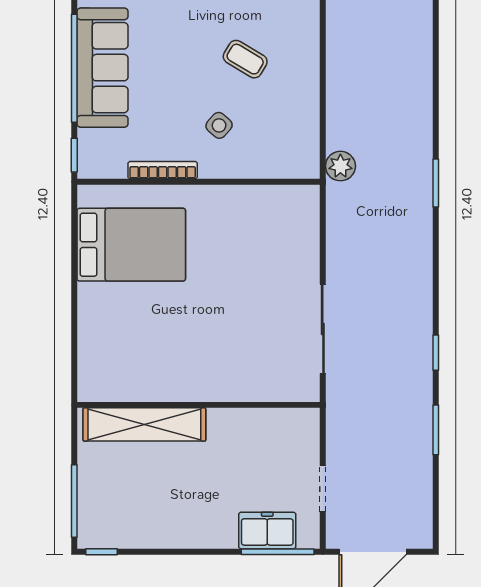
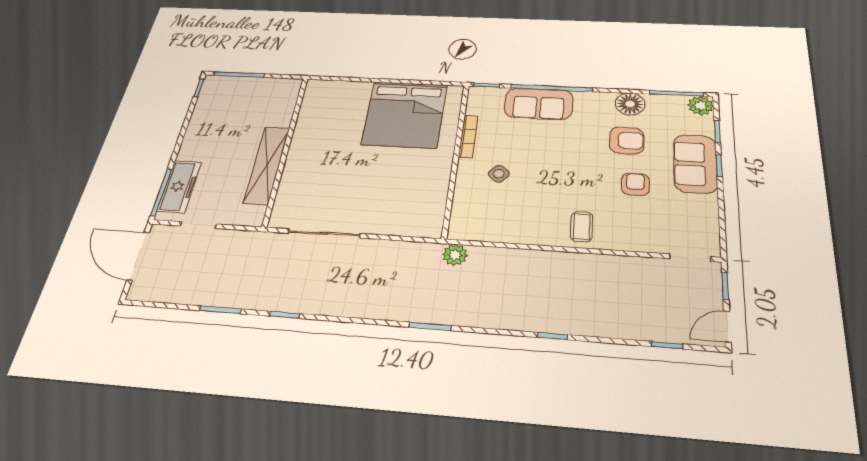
window: (436, 46) -> (553, 336), added
coffee table: (245, 59) -> (582, 227), moved, turned -31
sofa: (102, 68) -> (539, 104), width x0.73
bed: (131, 245) -> (405, 114), width x1.36
shelving: (144, 424) -> (267, 165), moved
freezer: (267, 530) -> (179, 186), width x1.40

